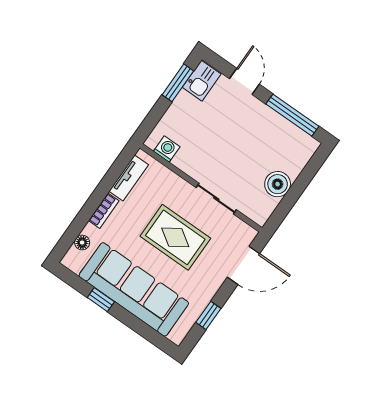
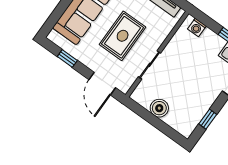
window: (292, 115) -> (208, 119), width x0.46
washing machine: (167, 149) -> (197, 28), moved, turned 90

